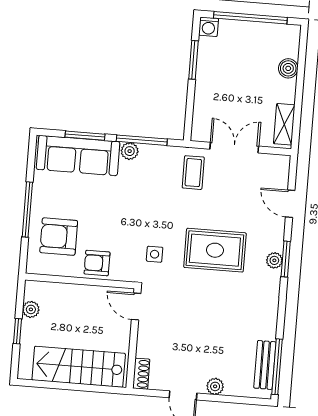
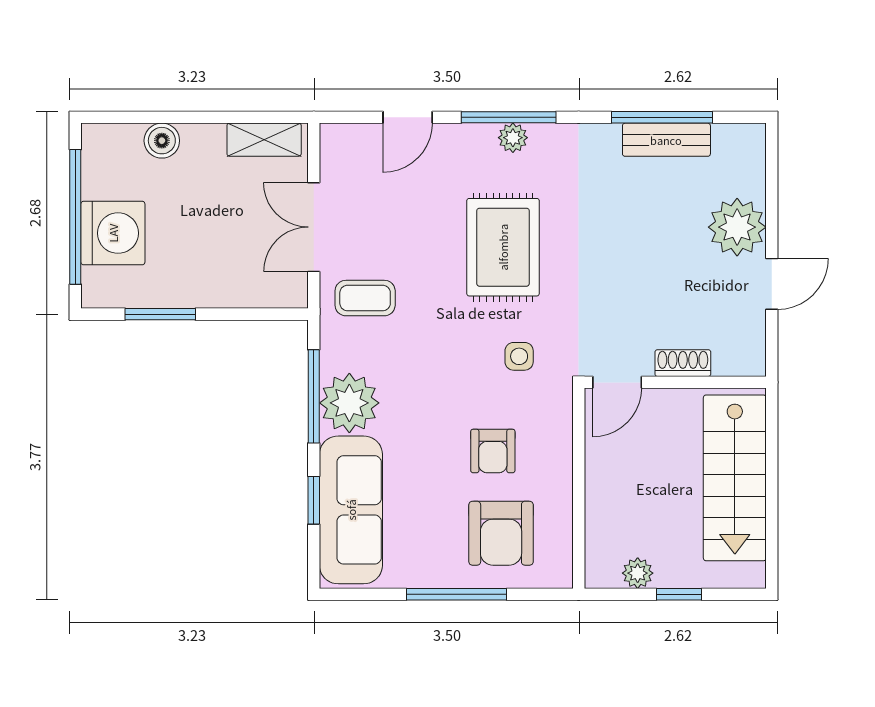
washing machine: (209, 27) -> (113, 233), moved, width x1.89, depth x1.89
window: (85, 136) -> (314, 500), width x0.67
plant: (130, 151) -> (349, 403), width x1.88, depth x1.88
window: (286, 259) -> (509, 117), width x1.44
armchair: (97, 263) -> (493, 451), moved
bench: (265, 365) -> (666, 140), moved
window: (277, 367) -> (662, 117), moved
shoe rack: (141, 374) -> (683, 363), moved
plant: (215, 386) -> (737, 227), width x1.88, depth x1.88

